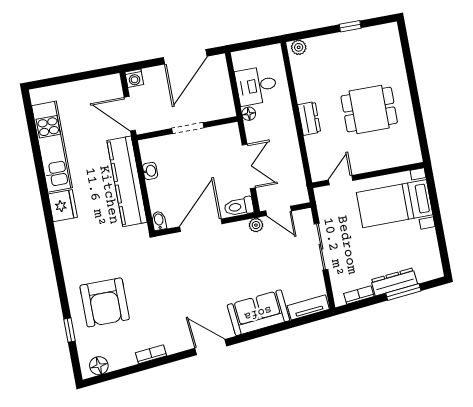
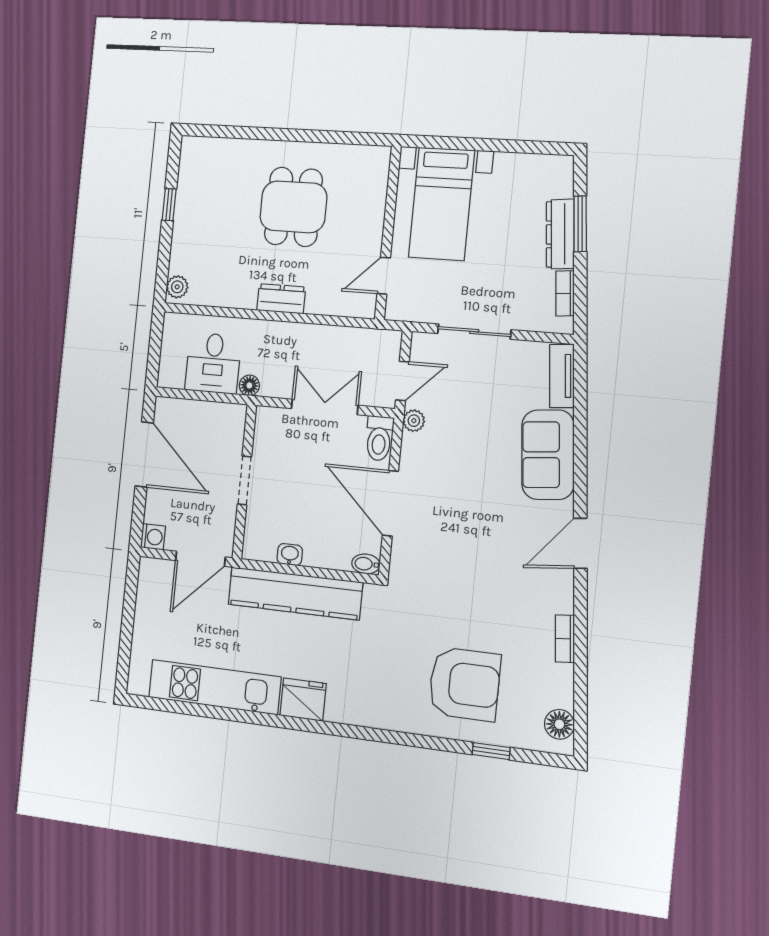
door: (341, 180) -> (384, 276), hinge flipped

